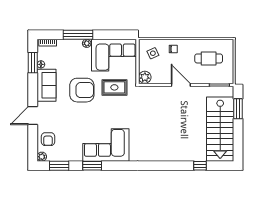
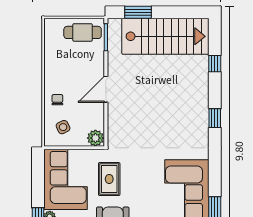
cafe table: (209, 58) -> (83, 32), moved, turned 90
window: (159, 166) -> (215, 118), added

